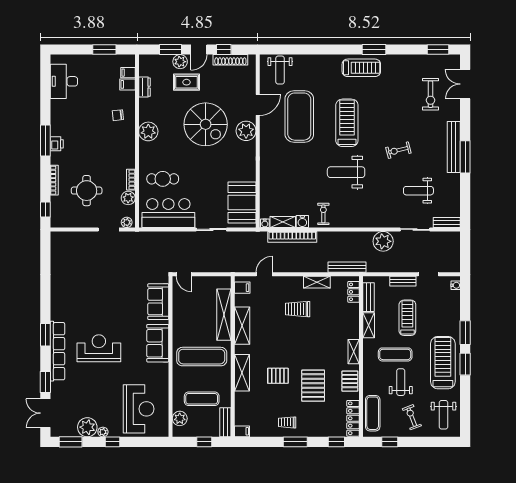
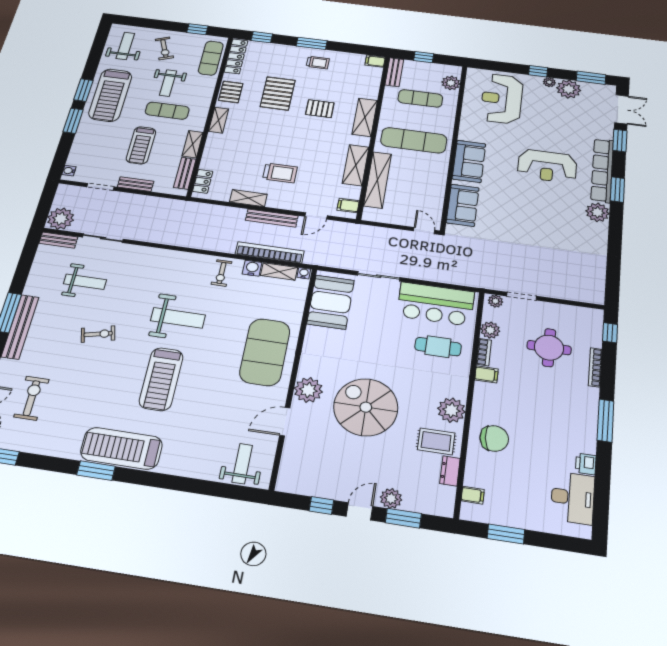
shoe rack: (230, 60) -> (314, 489), removed
treadmill: (361, 68) -> (121, 448), width x1.37, depth x1.38
rug: (187, 82) -> (436, 441), moved
filing cabinet: (128, 84) -> (486, 374), moved
chair: (118, 115) -> (494, 438), width x1.87, depth x1.87
exercise mat: (299, 117) -> (265, 352), moved
printer: (57, 144) -> (586, 464), moved
plant: (383, 241) -> (61, 219), moved
bench: (347, 267) -> (272, 218), moved
plant: (59, 311) -> (598, 212), added

